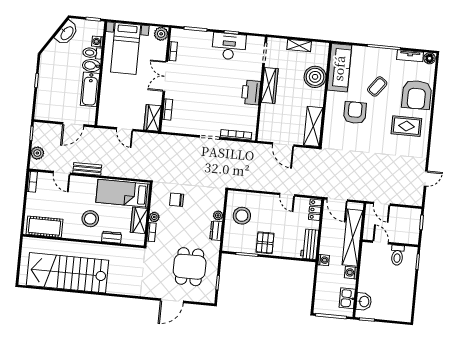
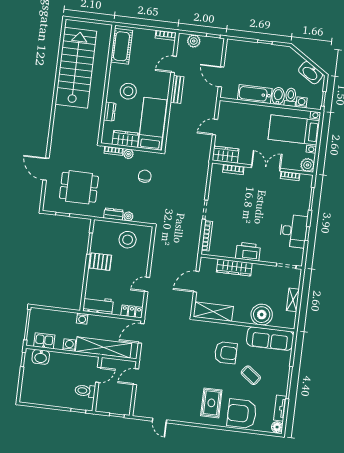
wardrobe: (270, 85) -> (234, 268), moved

